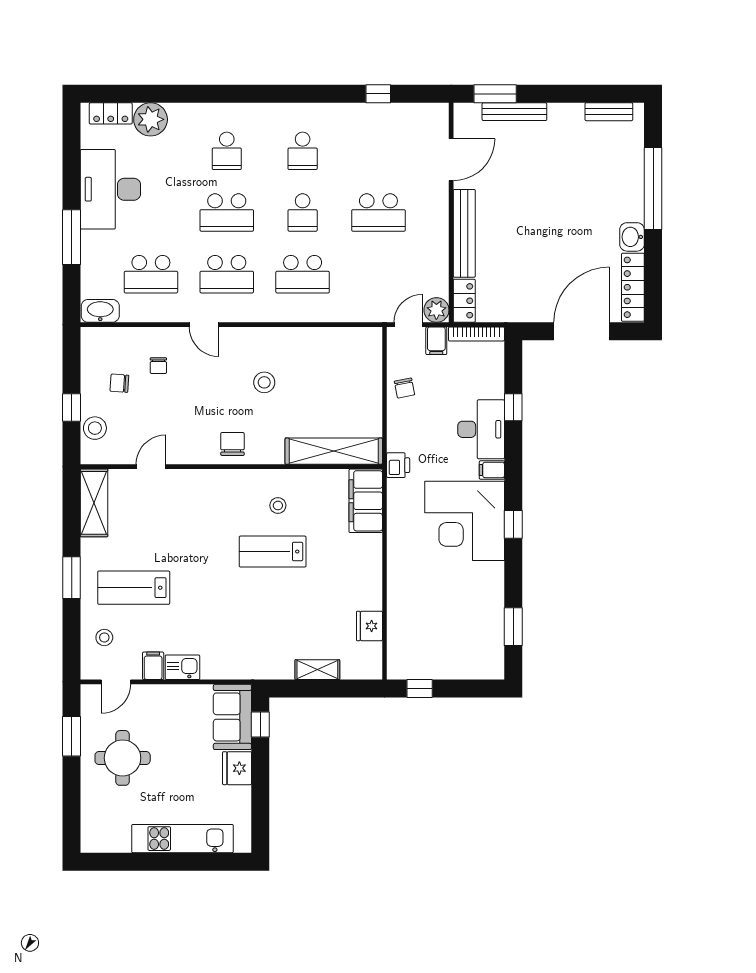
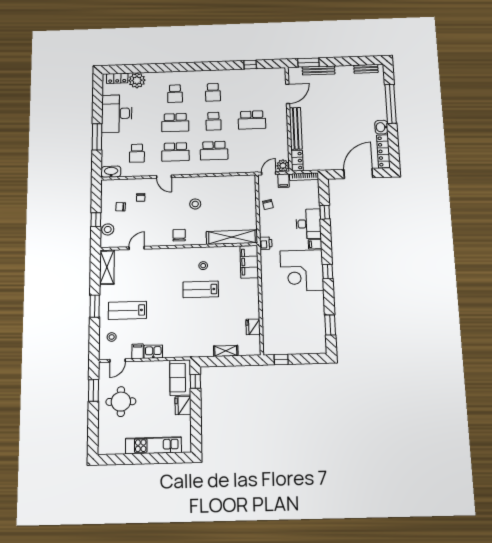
school desk: (151, 274) -> (137, 153), width x0.54

